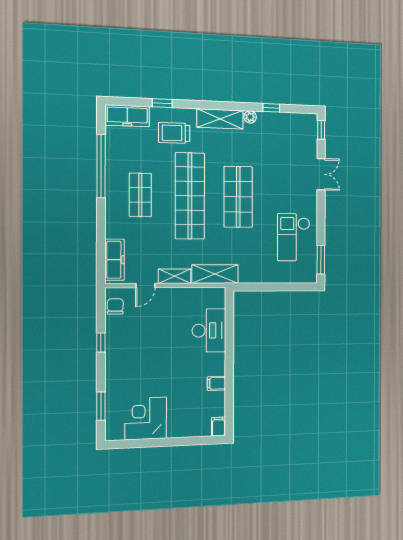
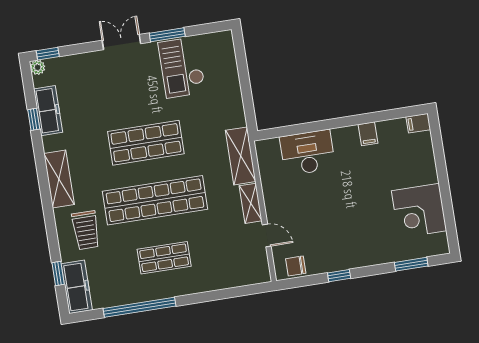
window: (162, 103) -> (58, 273), moved
plant: (250, 117) -> (38, 67), moved
double door: (321, 174) -> (121, 42), moved
checkout: (294, 237) -> (182, 67), turned 90
freezer: (115, 260) -> (48, 111), moved, turned 90
window: (321, 260) -> (167, 35), moved

